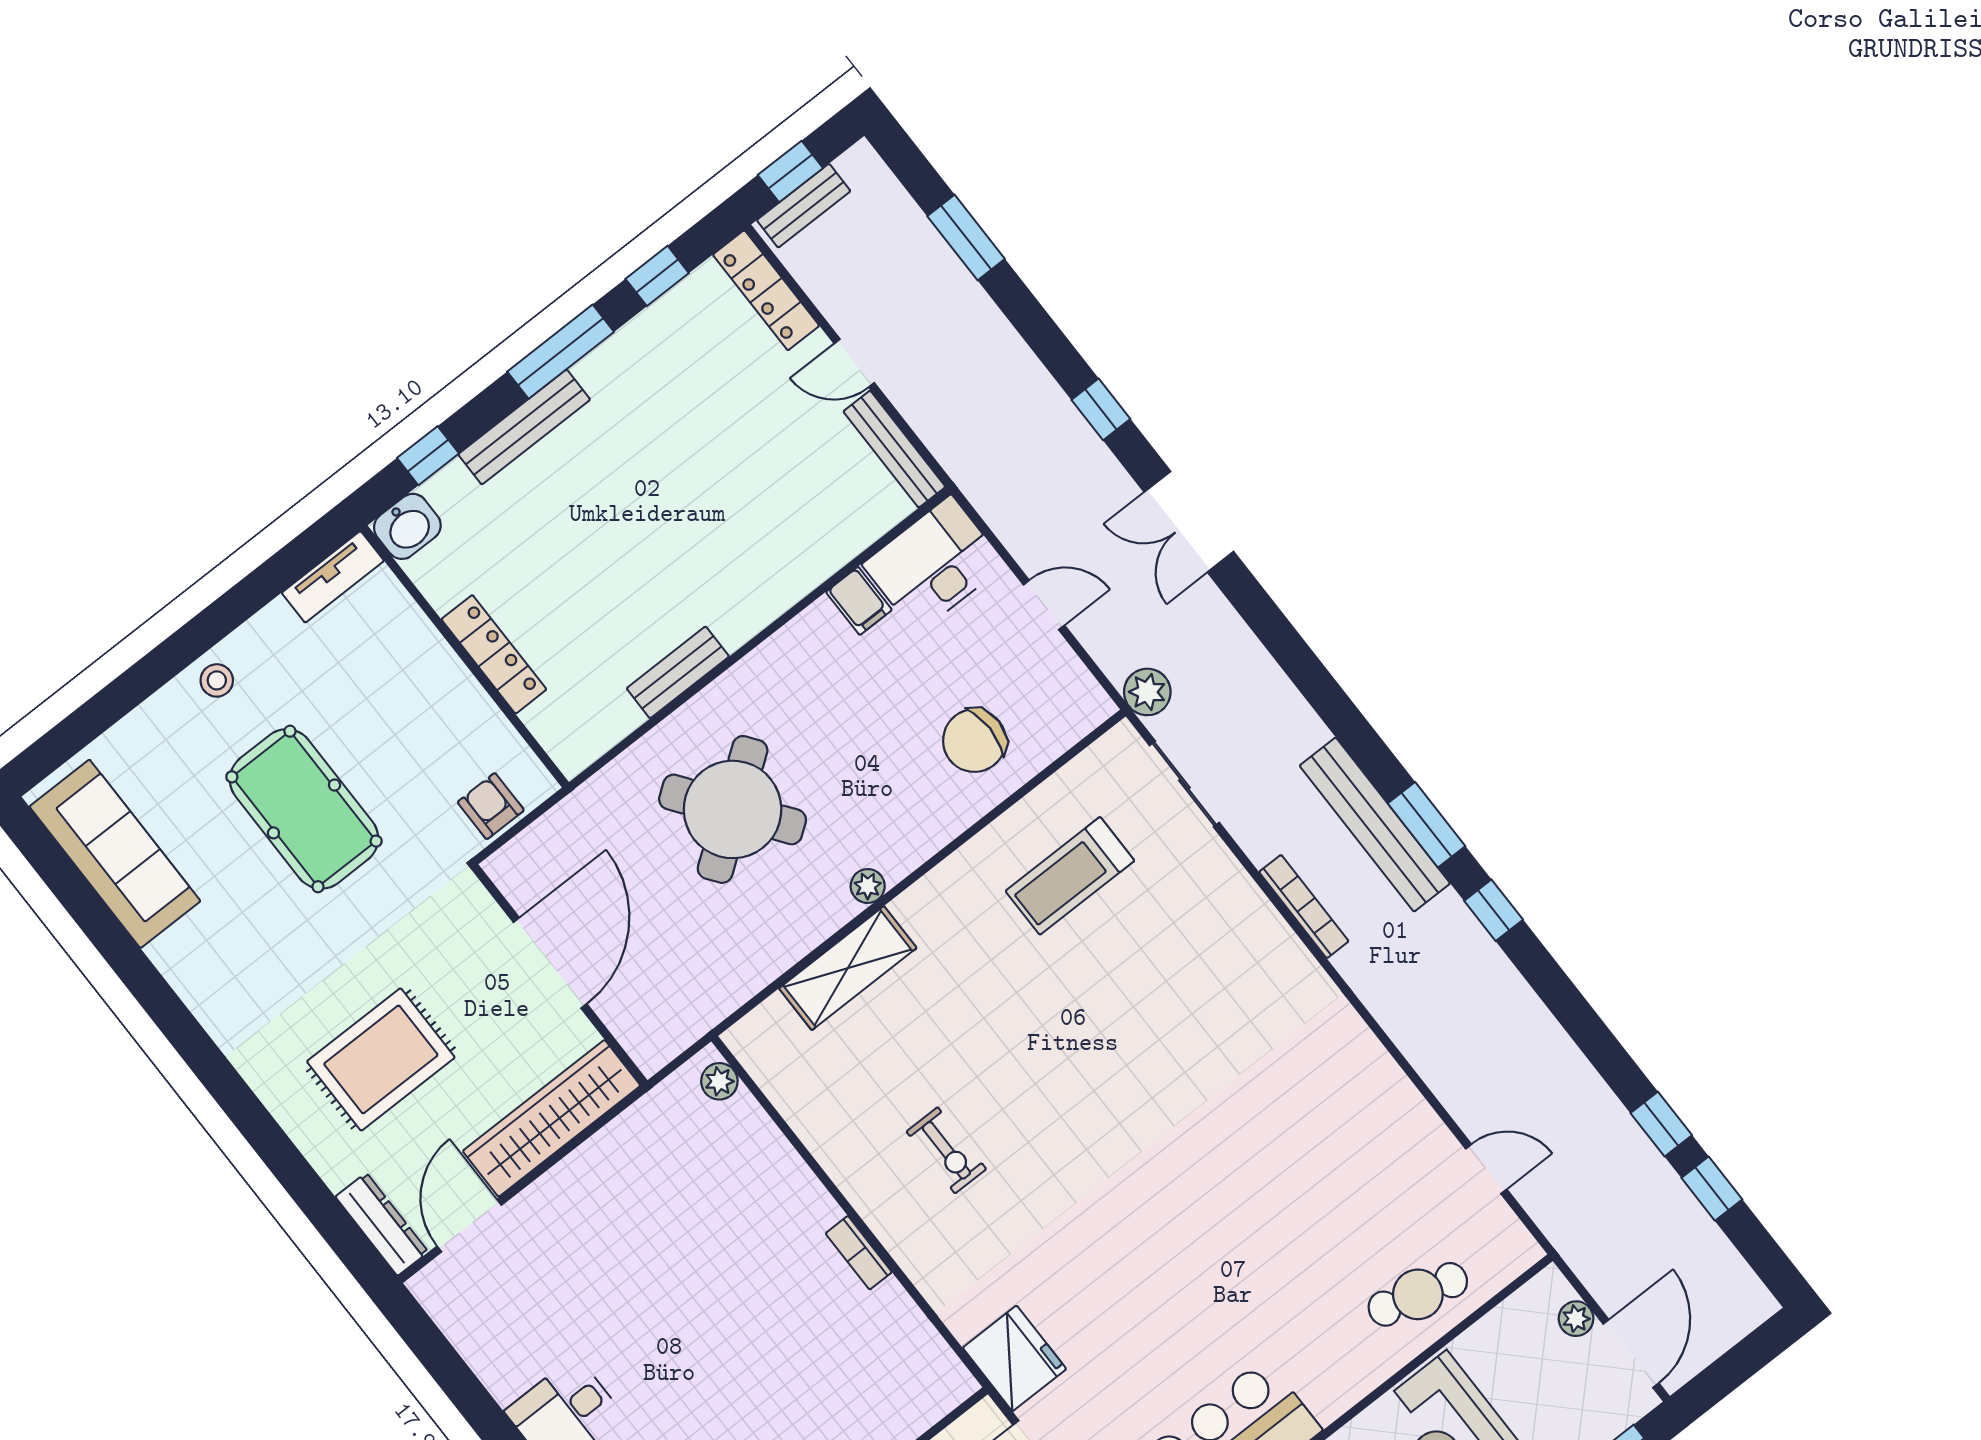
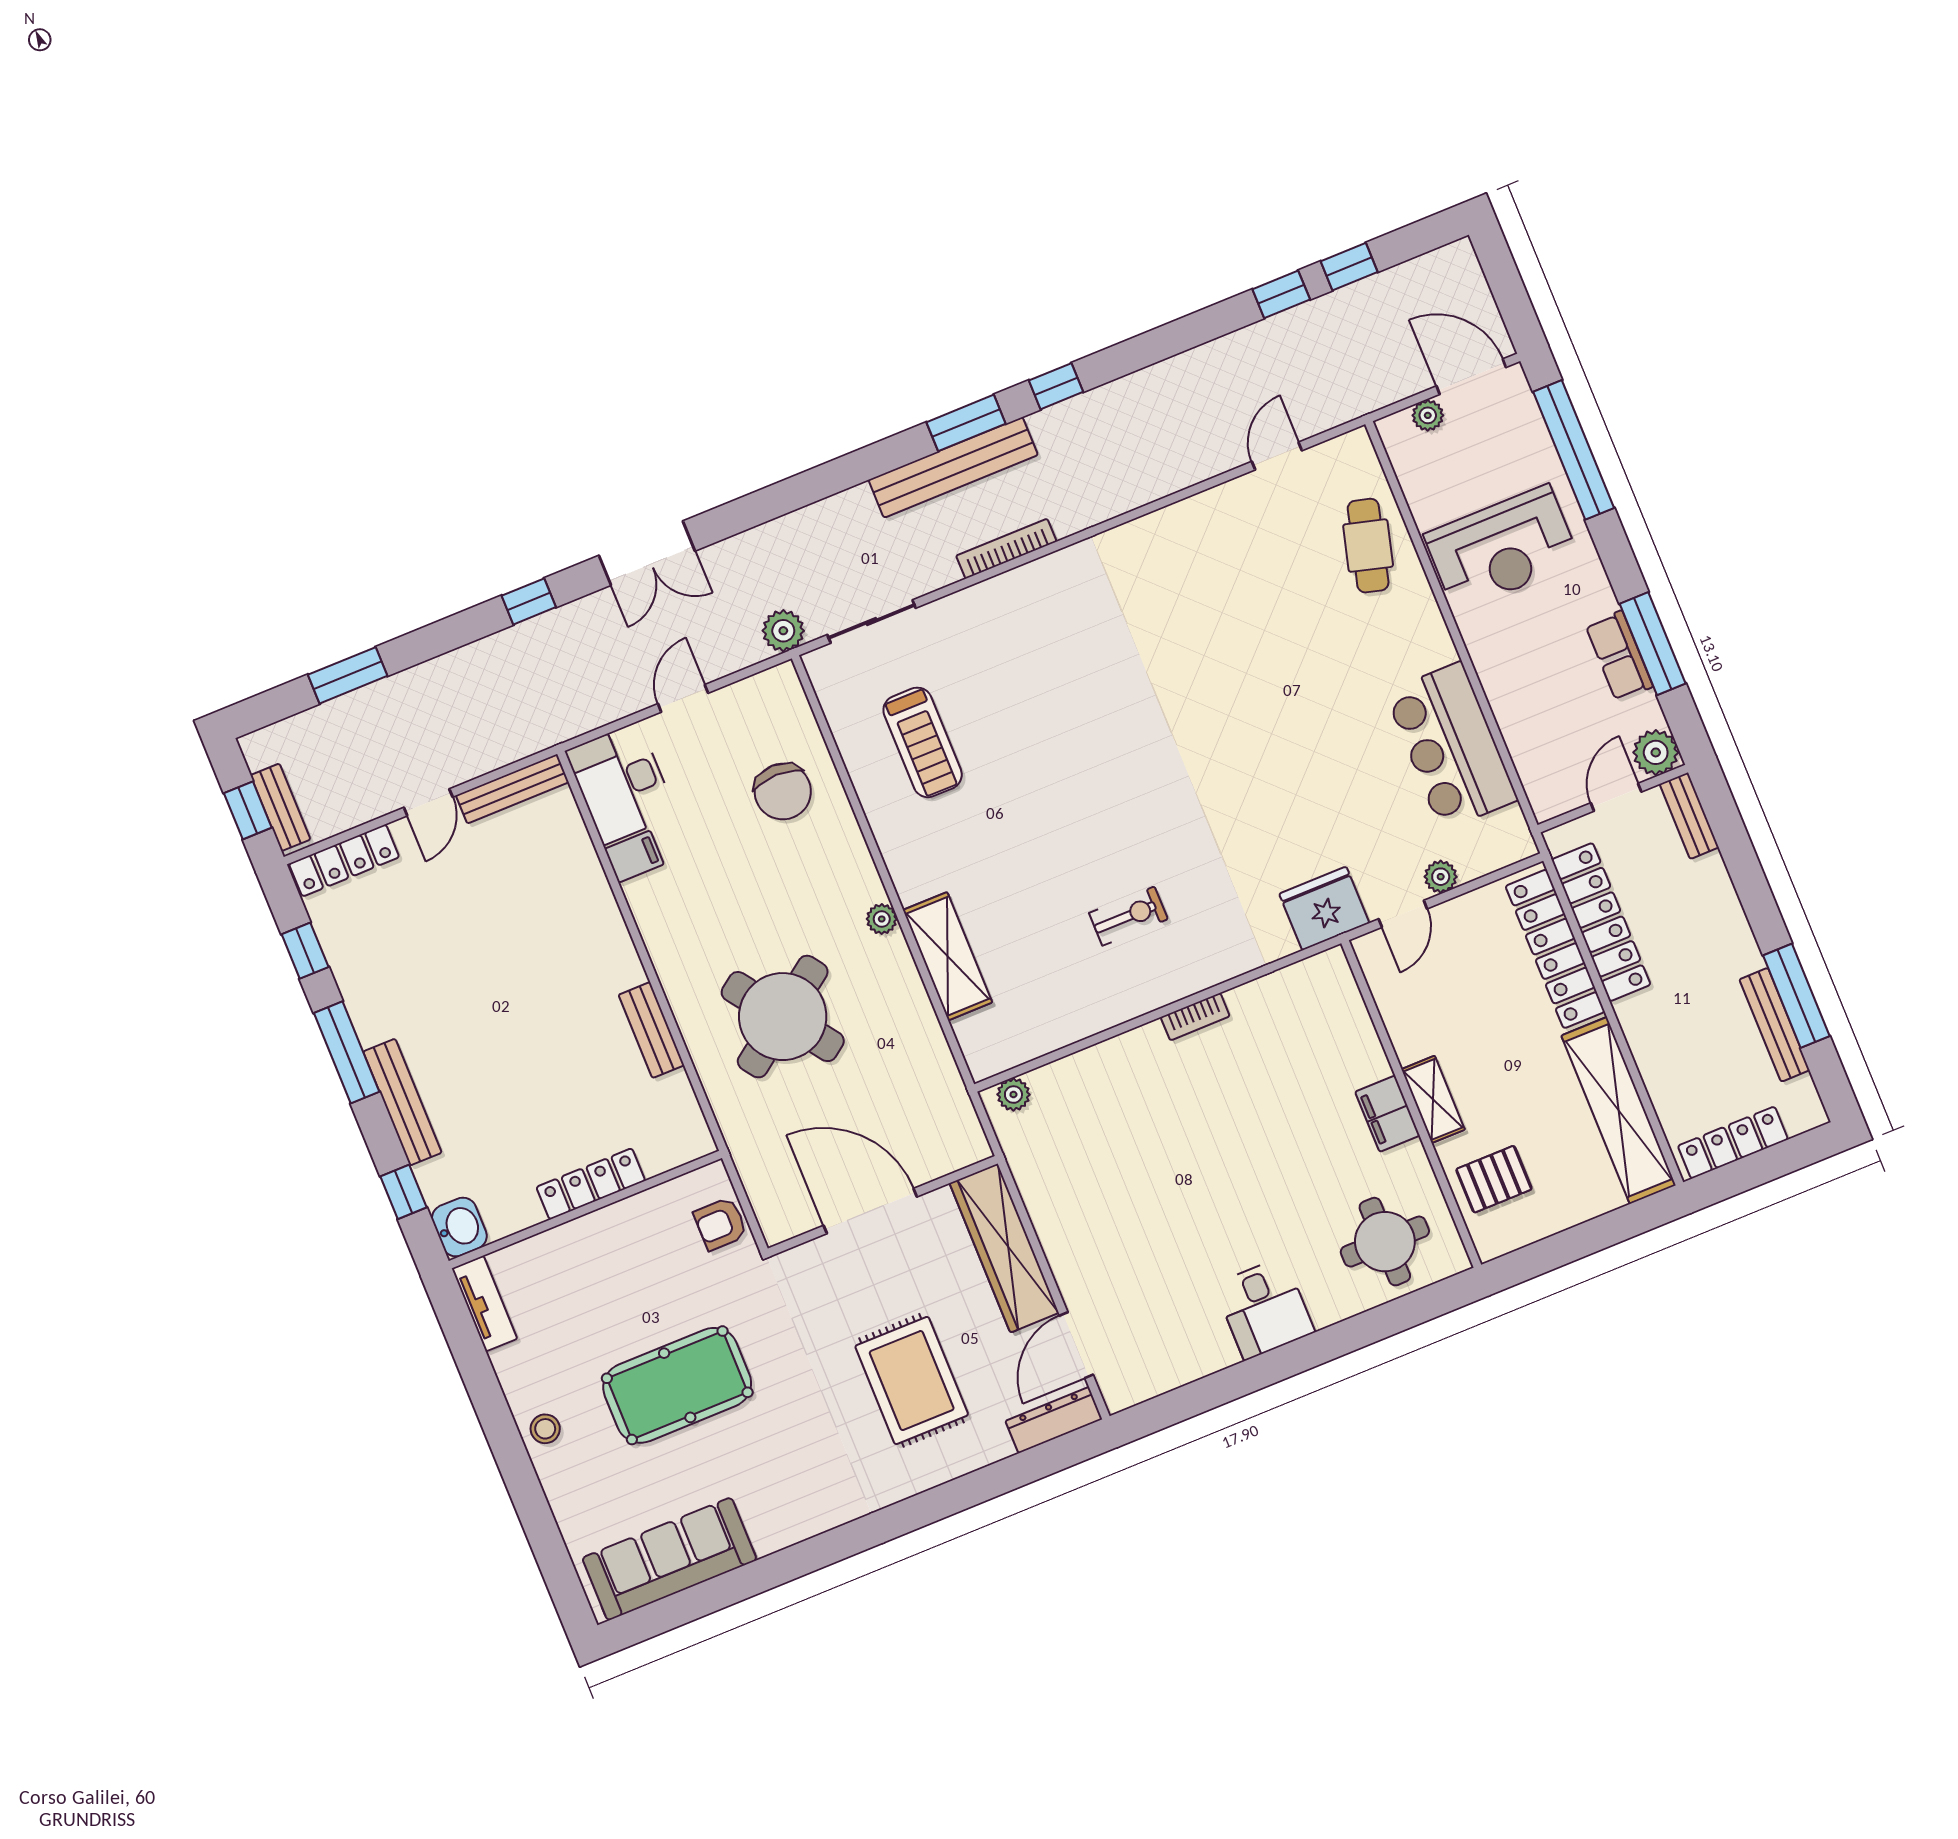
door: (469, 1226) -> (1076, 1345), hinge flipped

